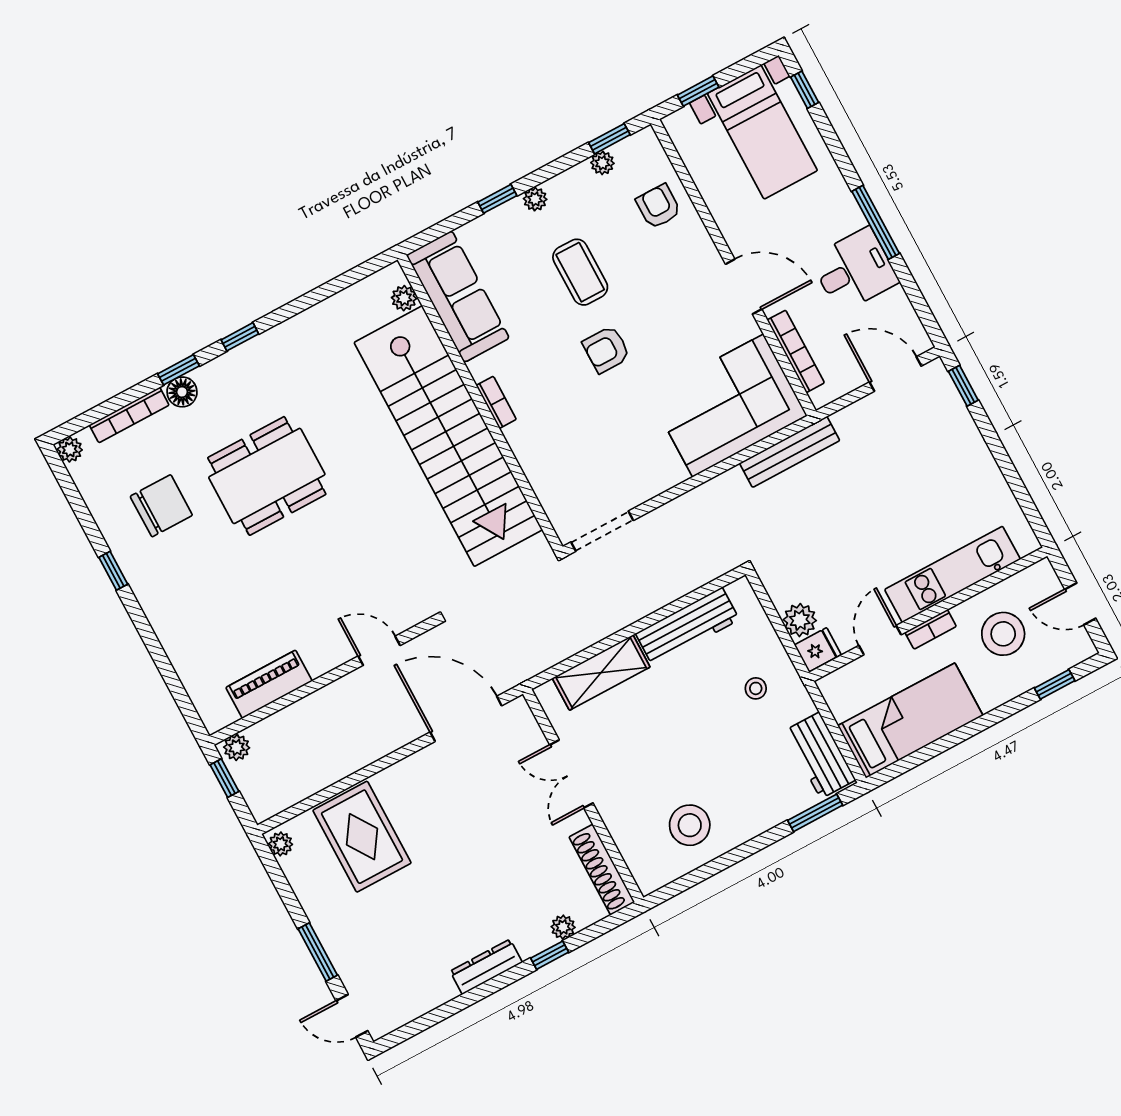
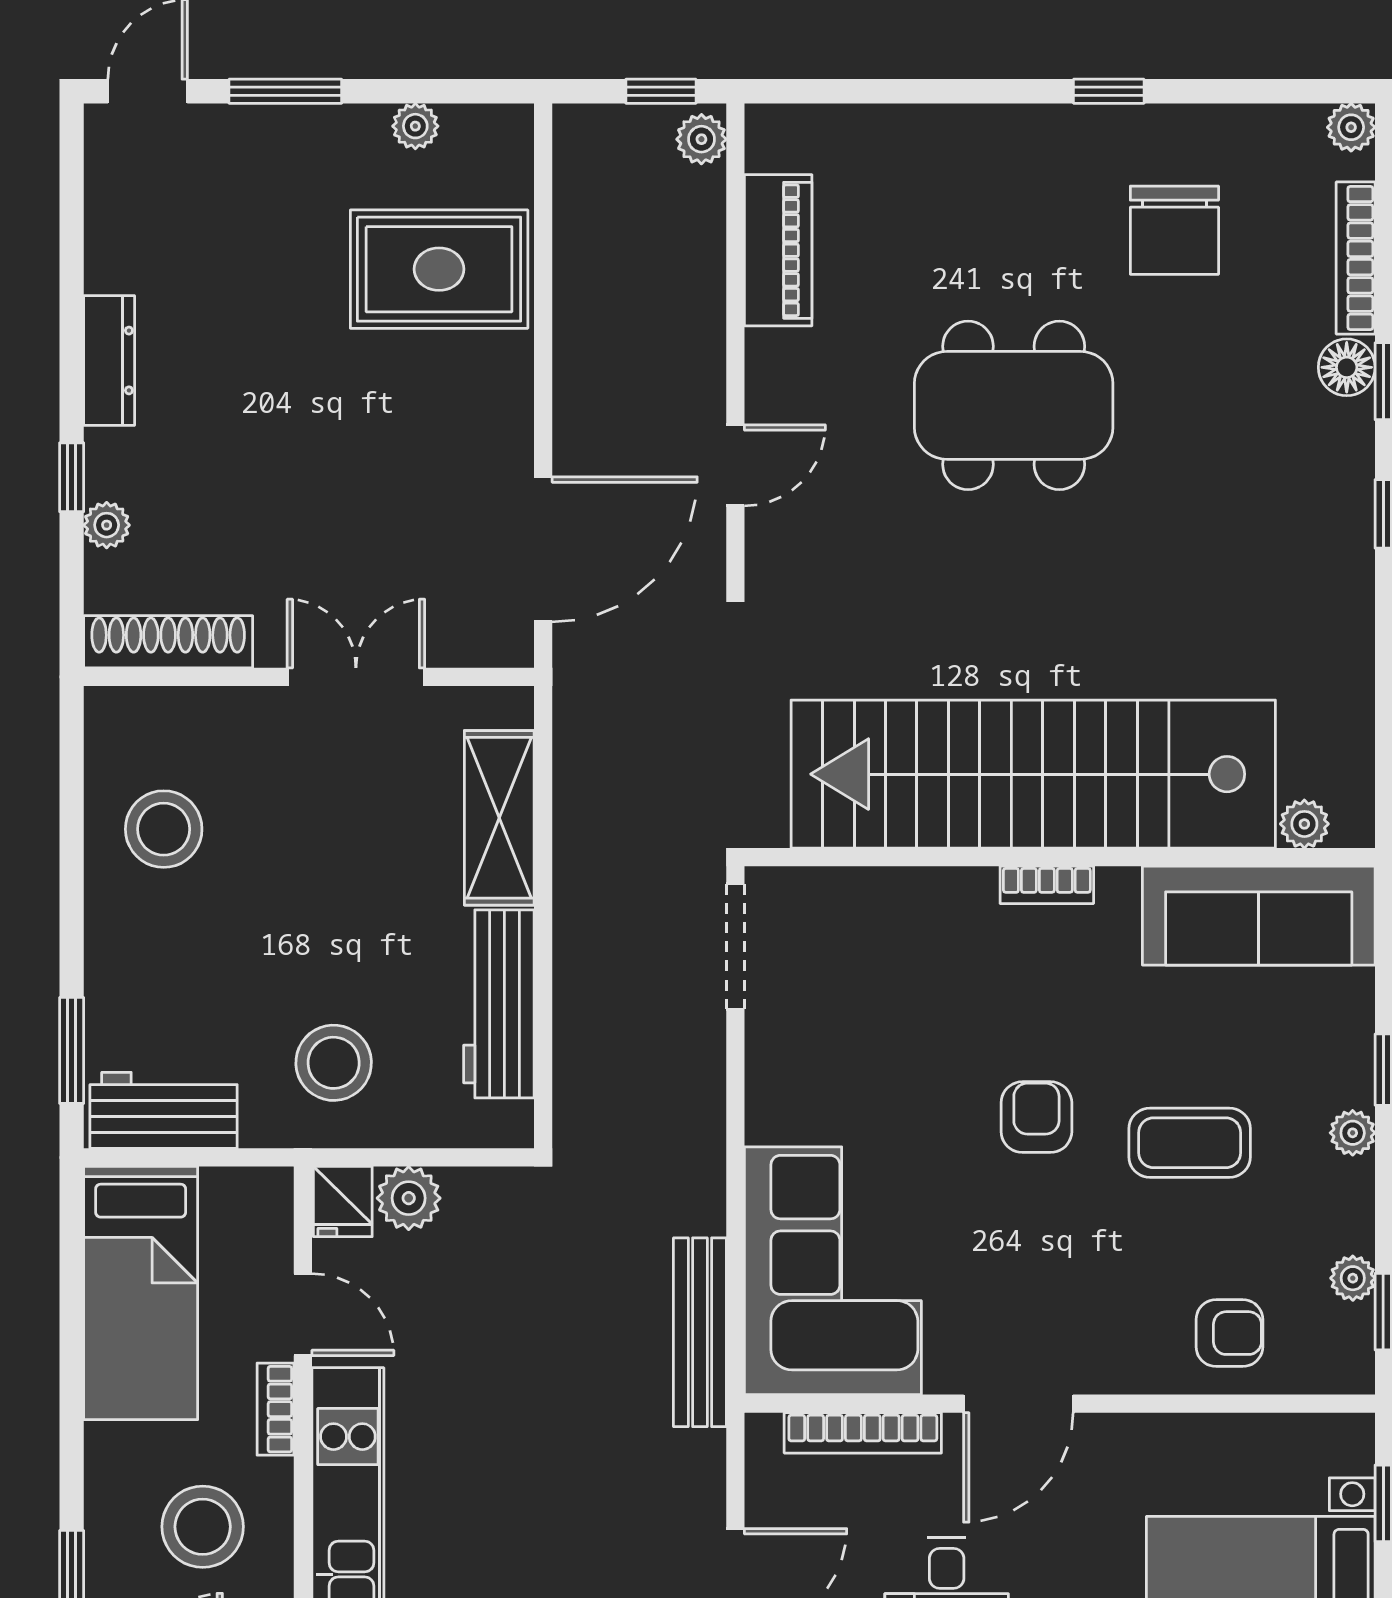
dining table: (267, 476) -> (1014, 405), moved, turned 90
stool: (756, 688) -> (334, 1063), width x1.89, depth x1.89
plant: (281, 844) -> (415, 126), moved

